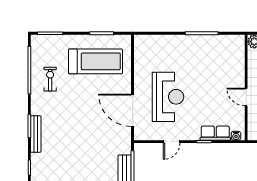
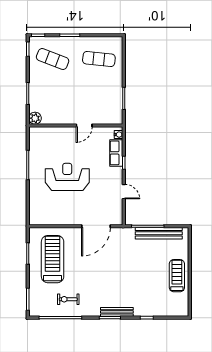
reception desk: (168, 97) -> (67, 177), moved

